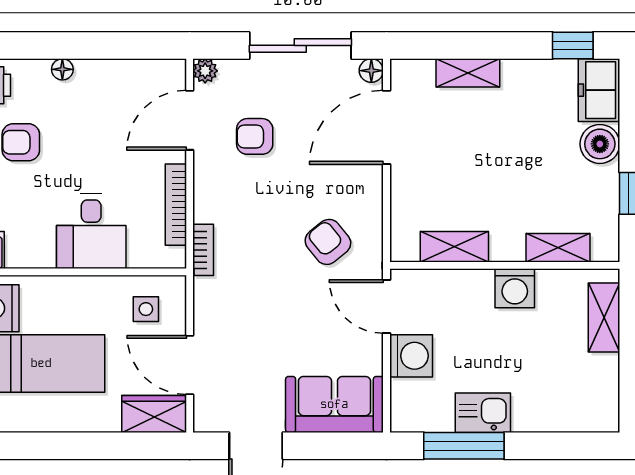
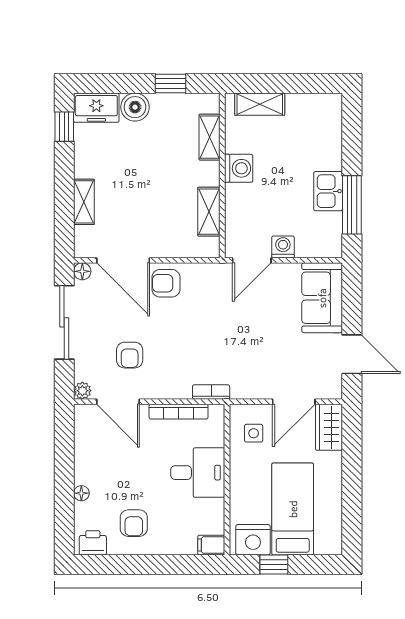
armchair: (328, 242) -> (166, 283), moved, turned 39
washing machine: (411, 356) -> (283, 247), width x0.73, depth x0.73

